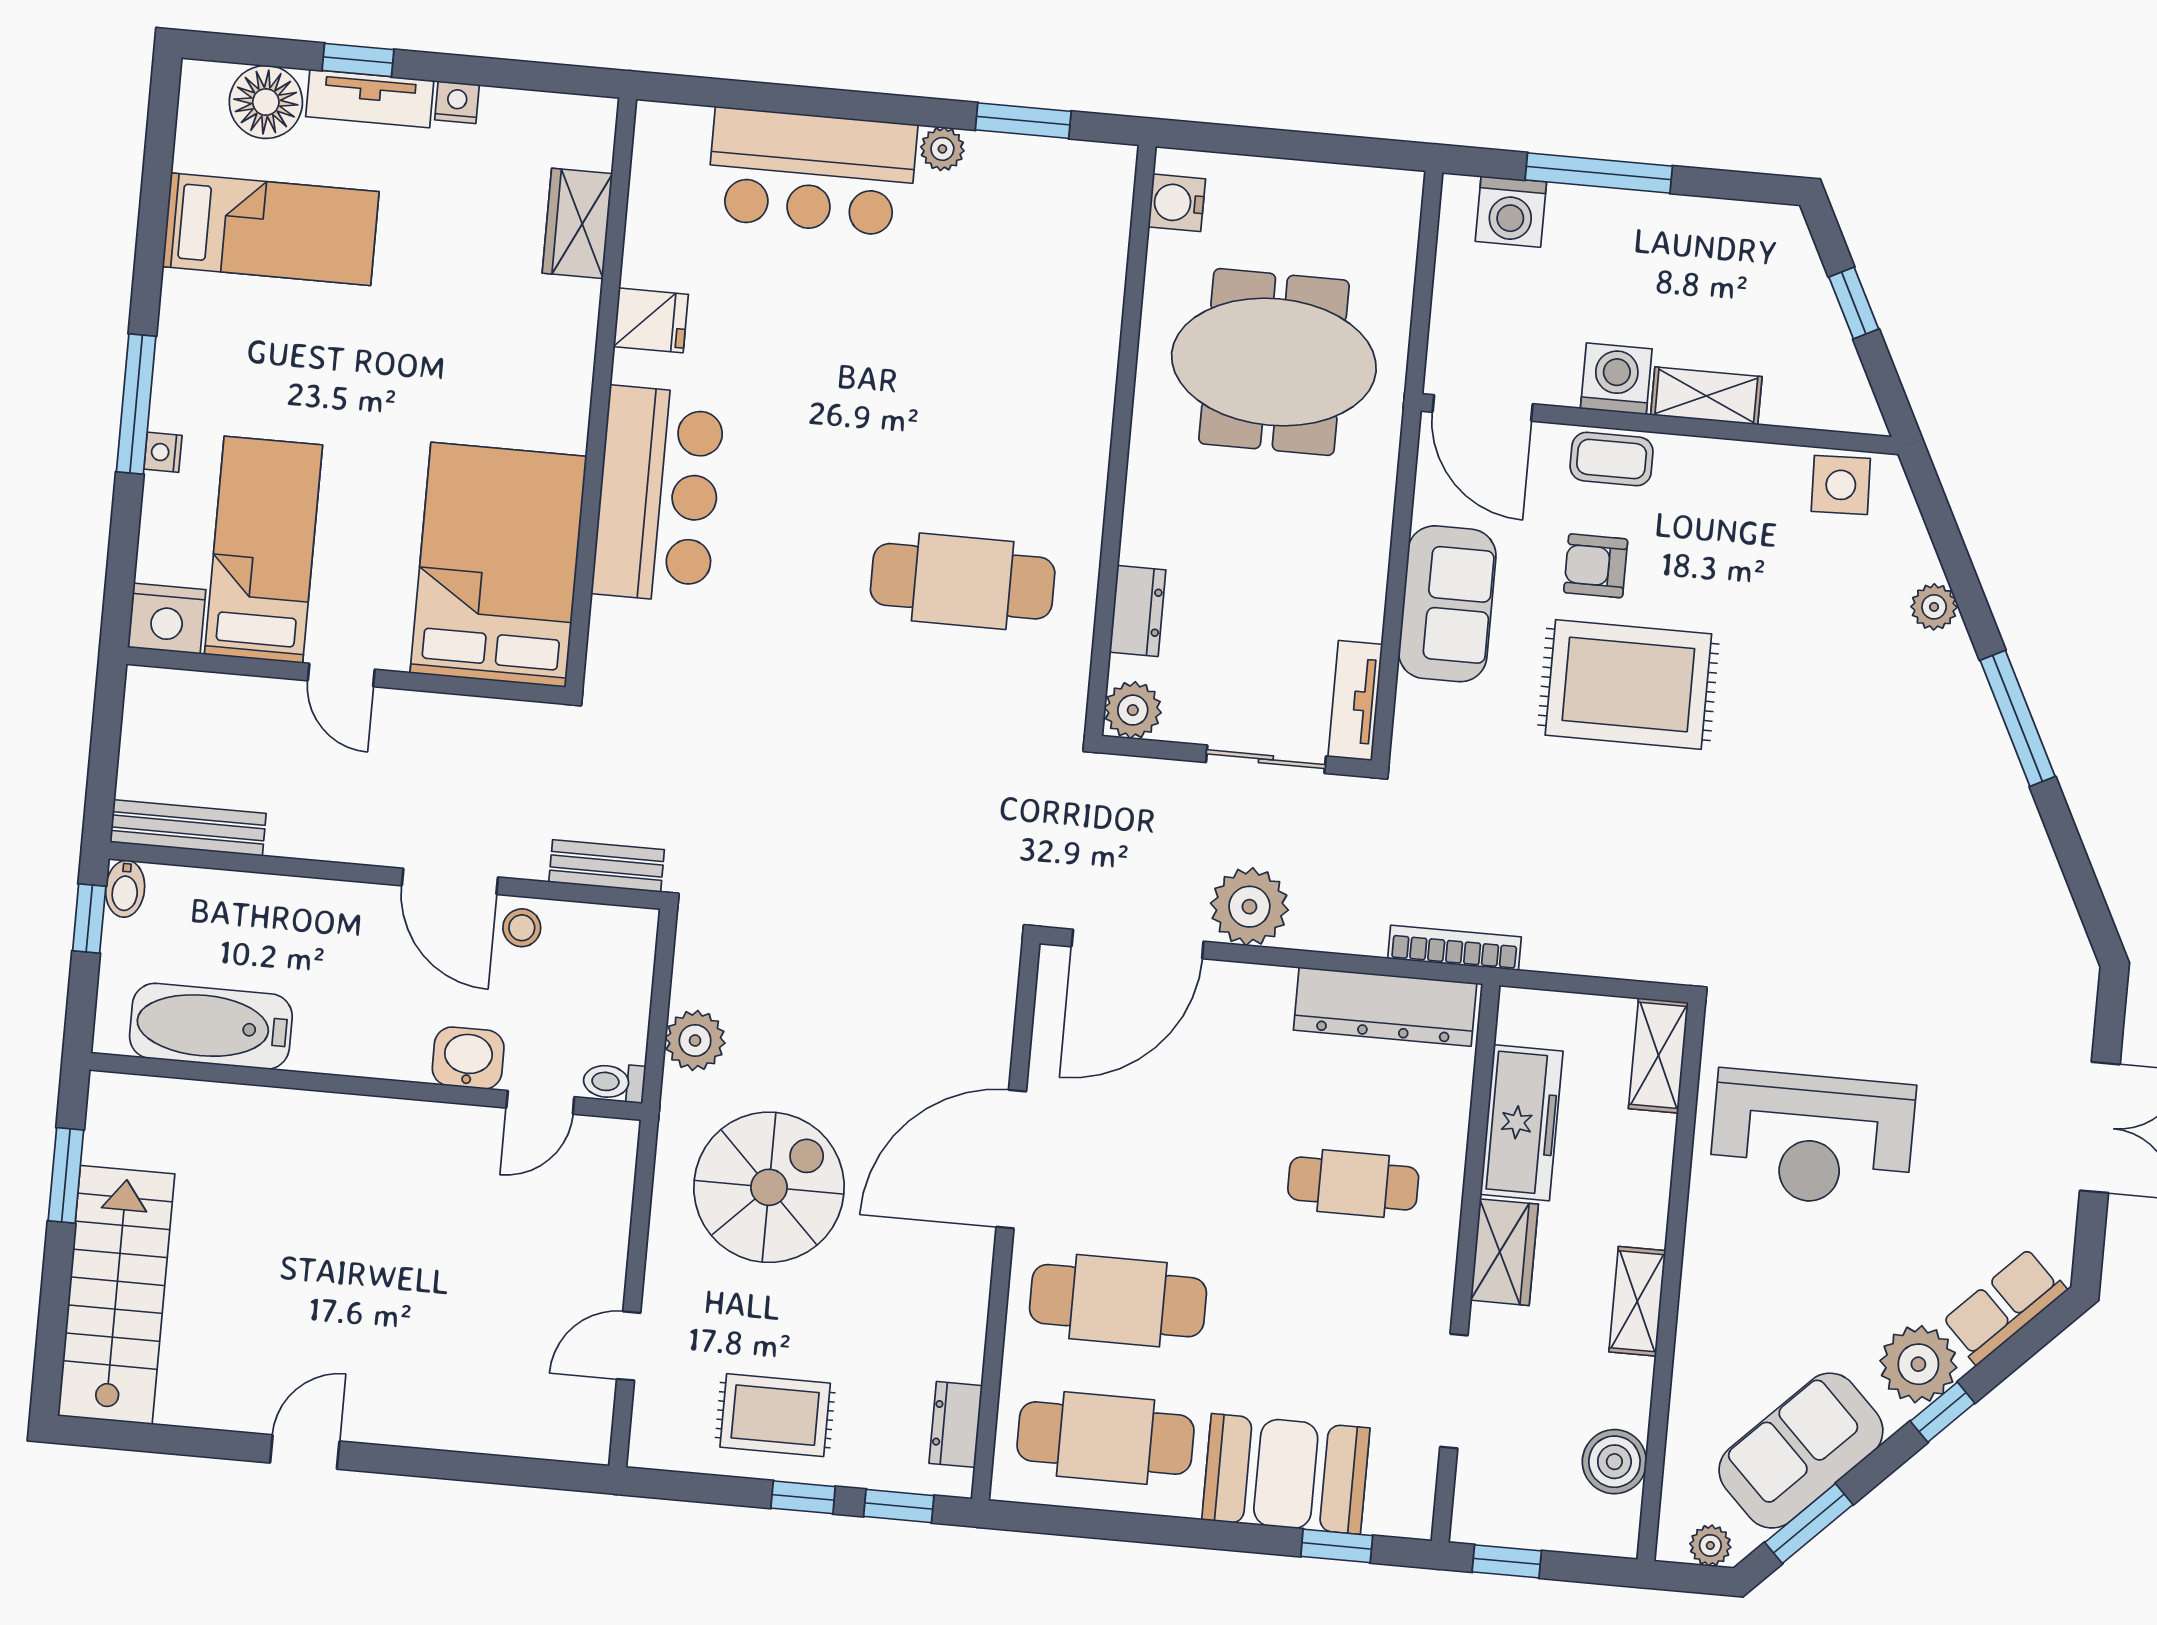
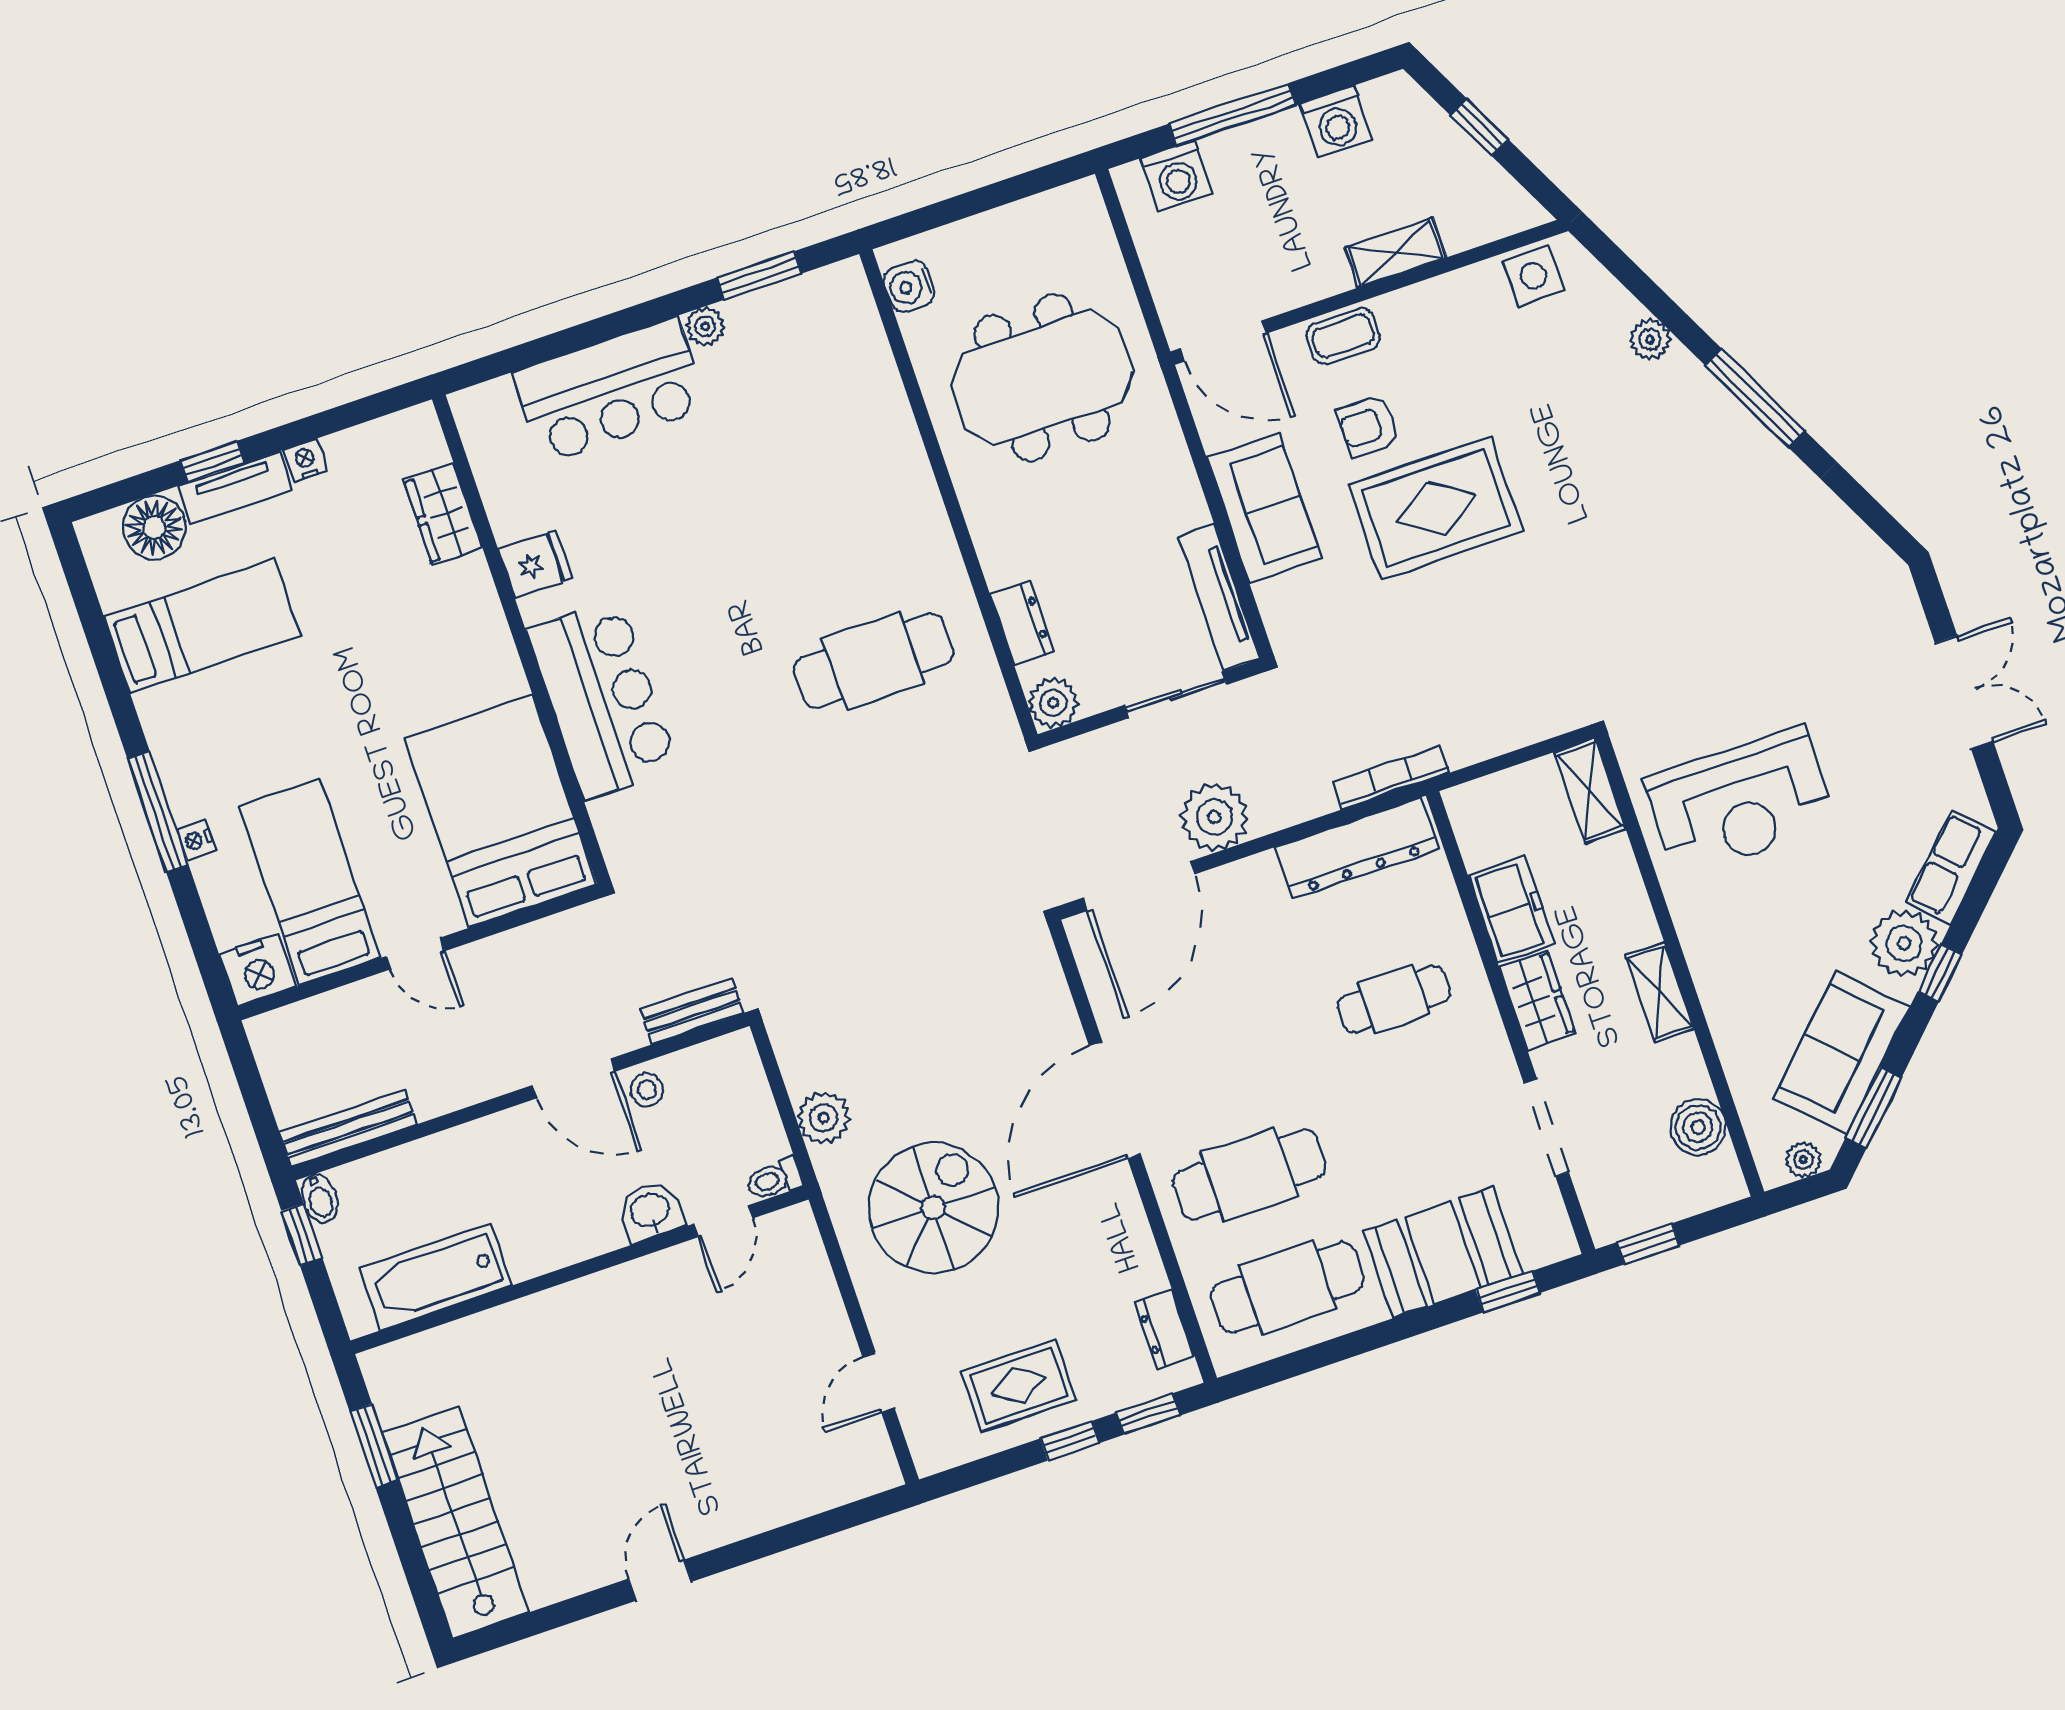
washing machine: (1616, 379) -> (1336, 122), moved, turned 180
tv unit: (1355, 701) -> (1219, 597), width x1.41
freezer: (1522, 1123) -> (1511, 910), width x0.71

